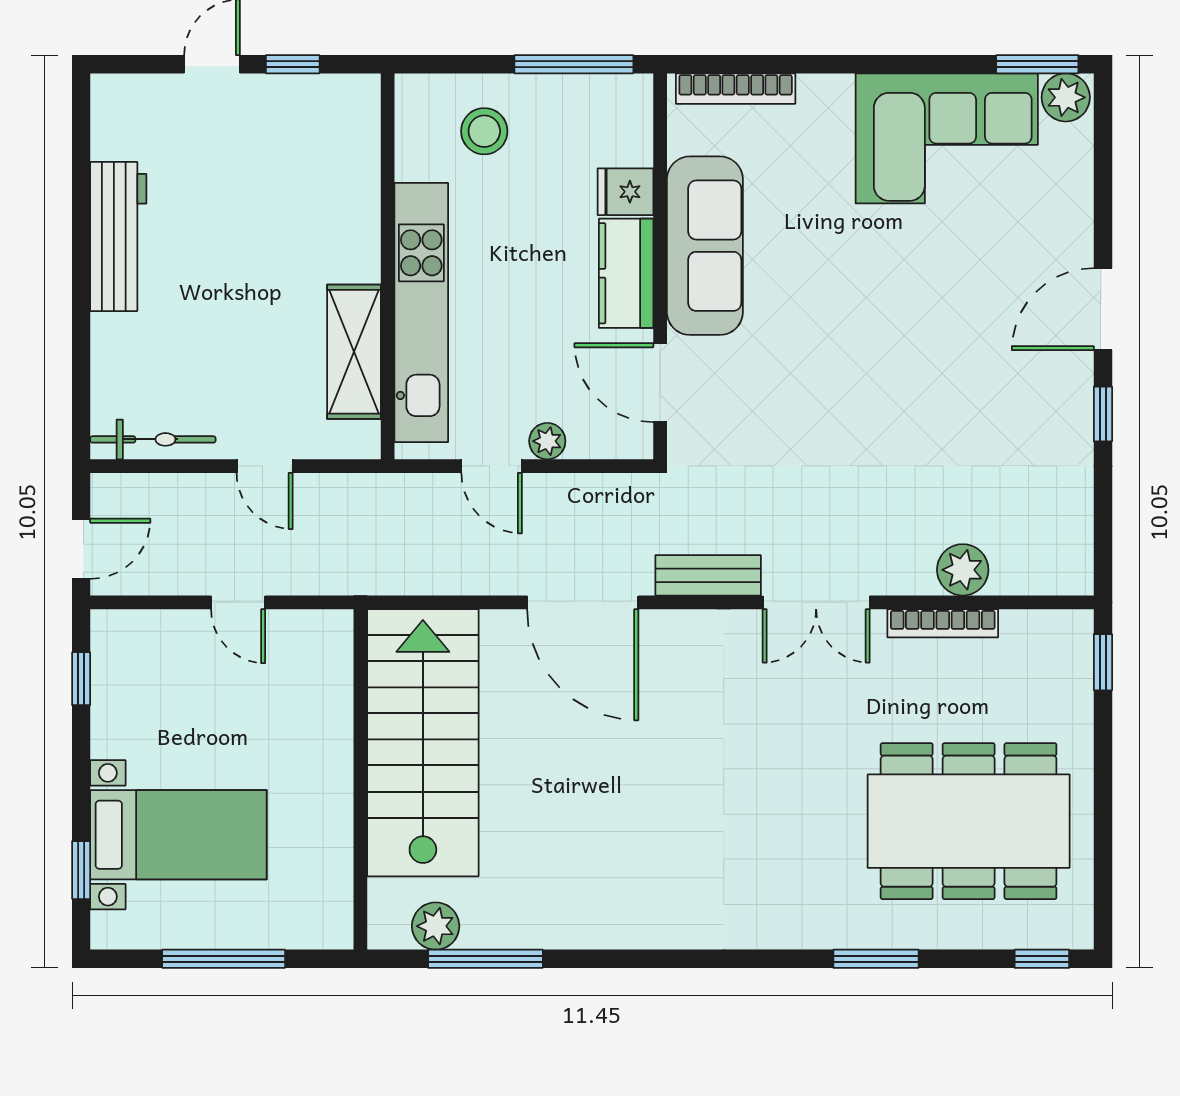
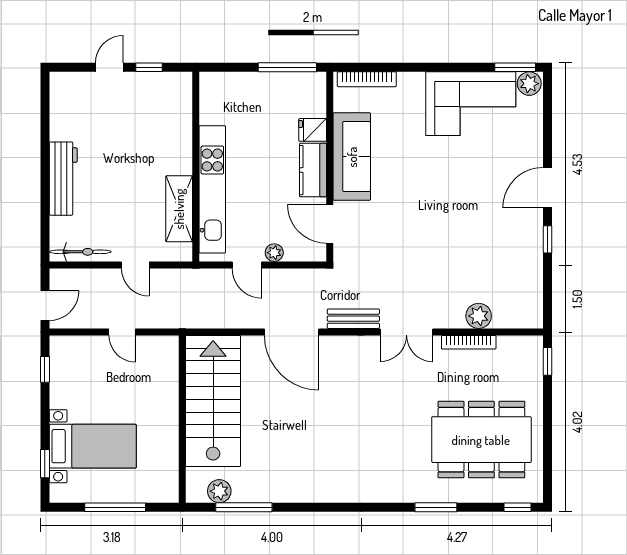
stool: (484, 131) -> (243, 100), removed
workbench: (118, 236) -> (63, 179), moved

